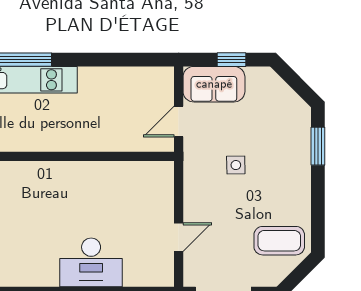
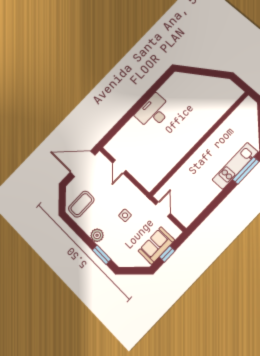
sofa: (214, 84) -> (156, 246), moved
plant: (299, 178) -> (97, 235), added
desk: (91, 262) -> (154, 112), moved

